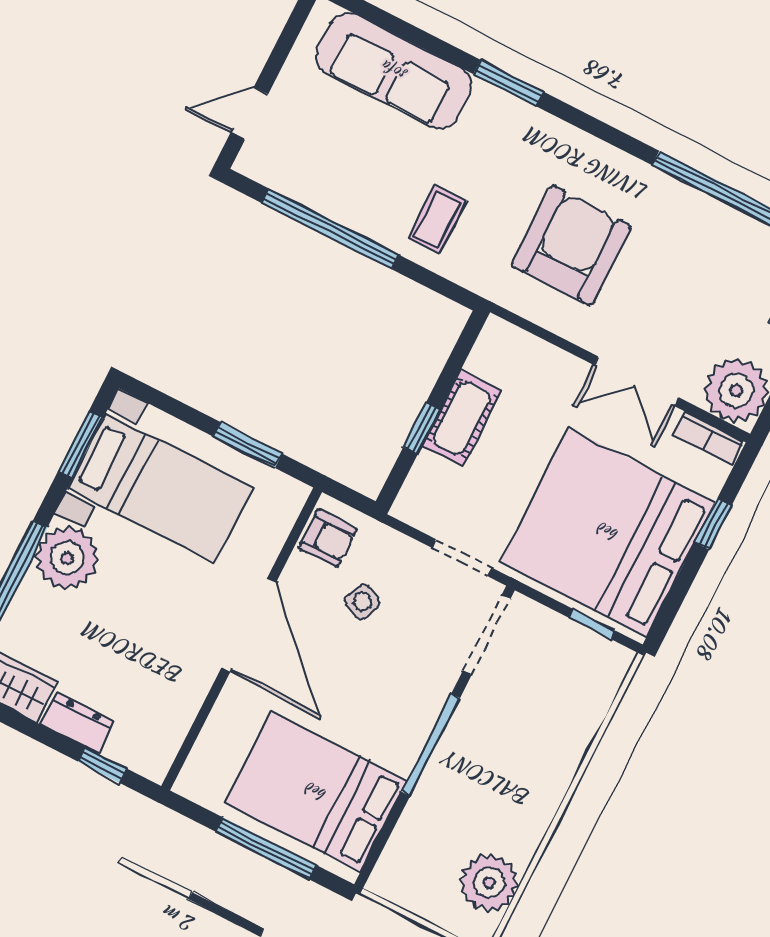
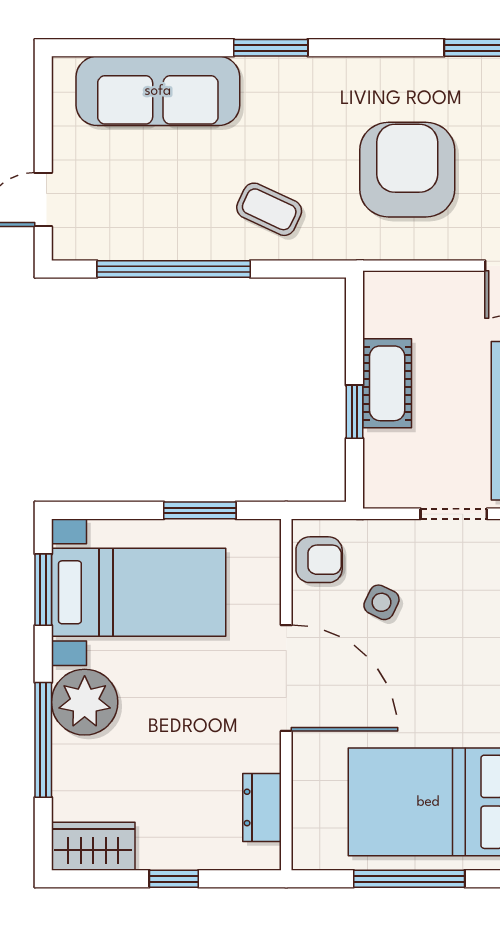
coffee table: (437, 219) -> (269, 209), turned -65
dresser: (77, 723) -> (262, 807), moved, turned -90
window: (102, 765) -> (174, 879), moved

